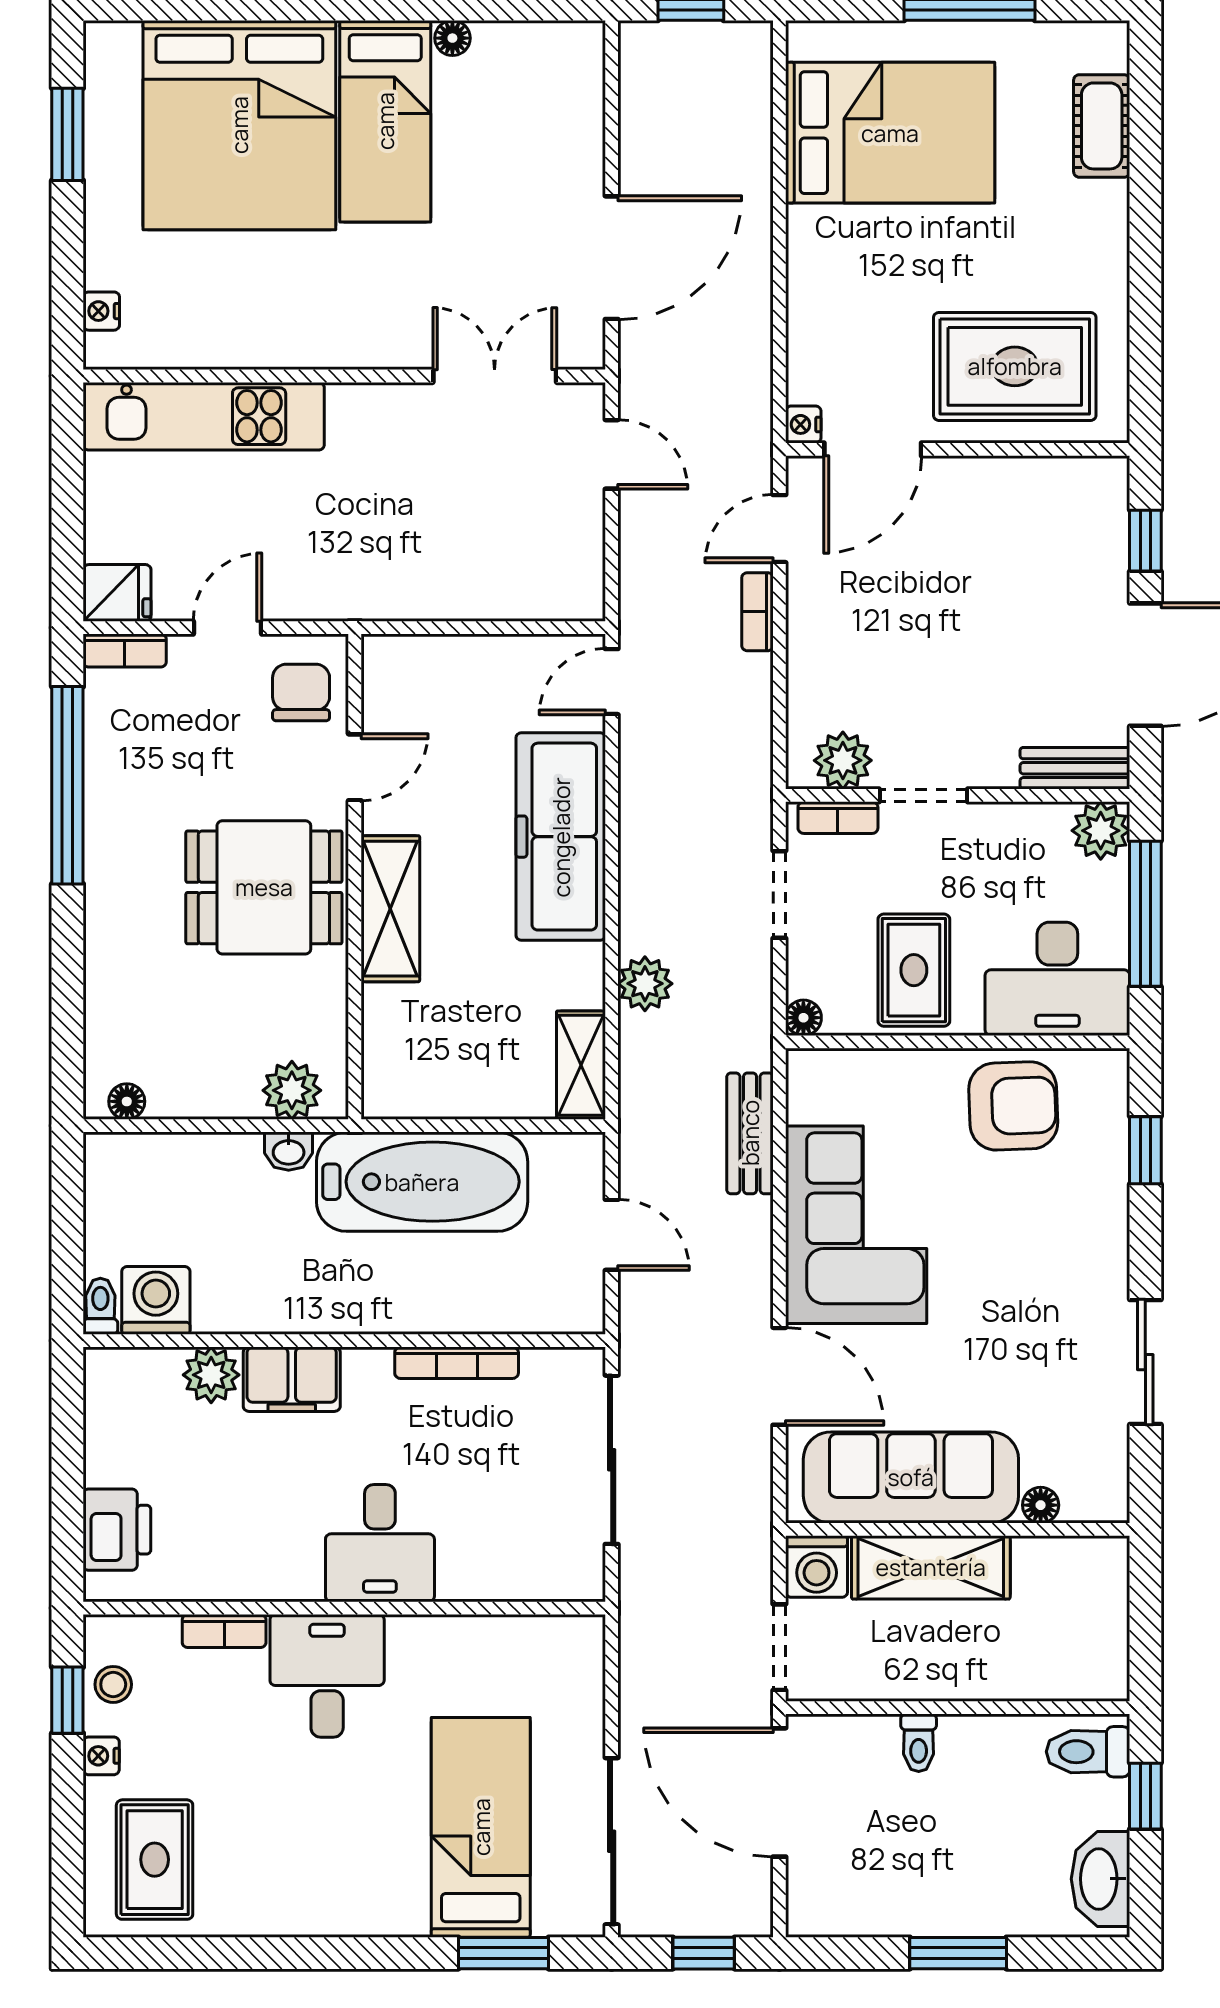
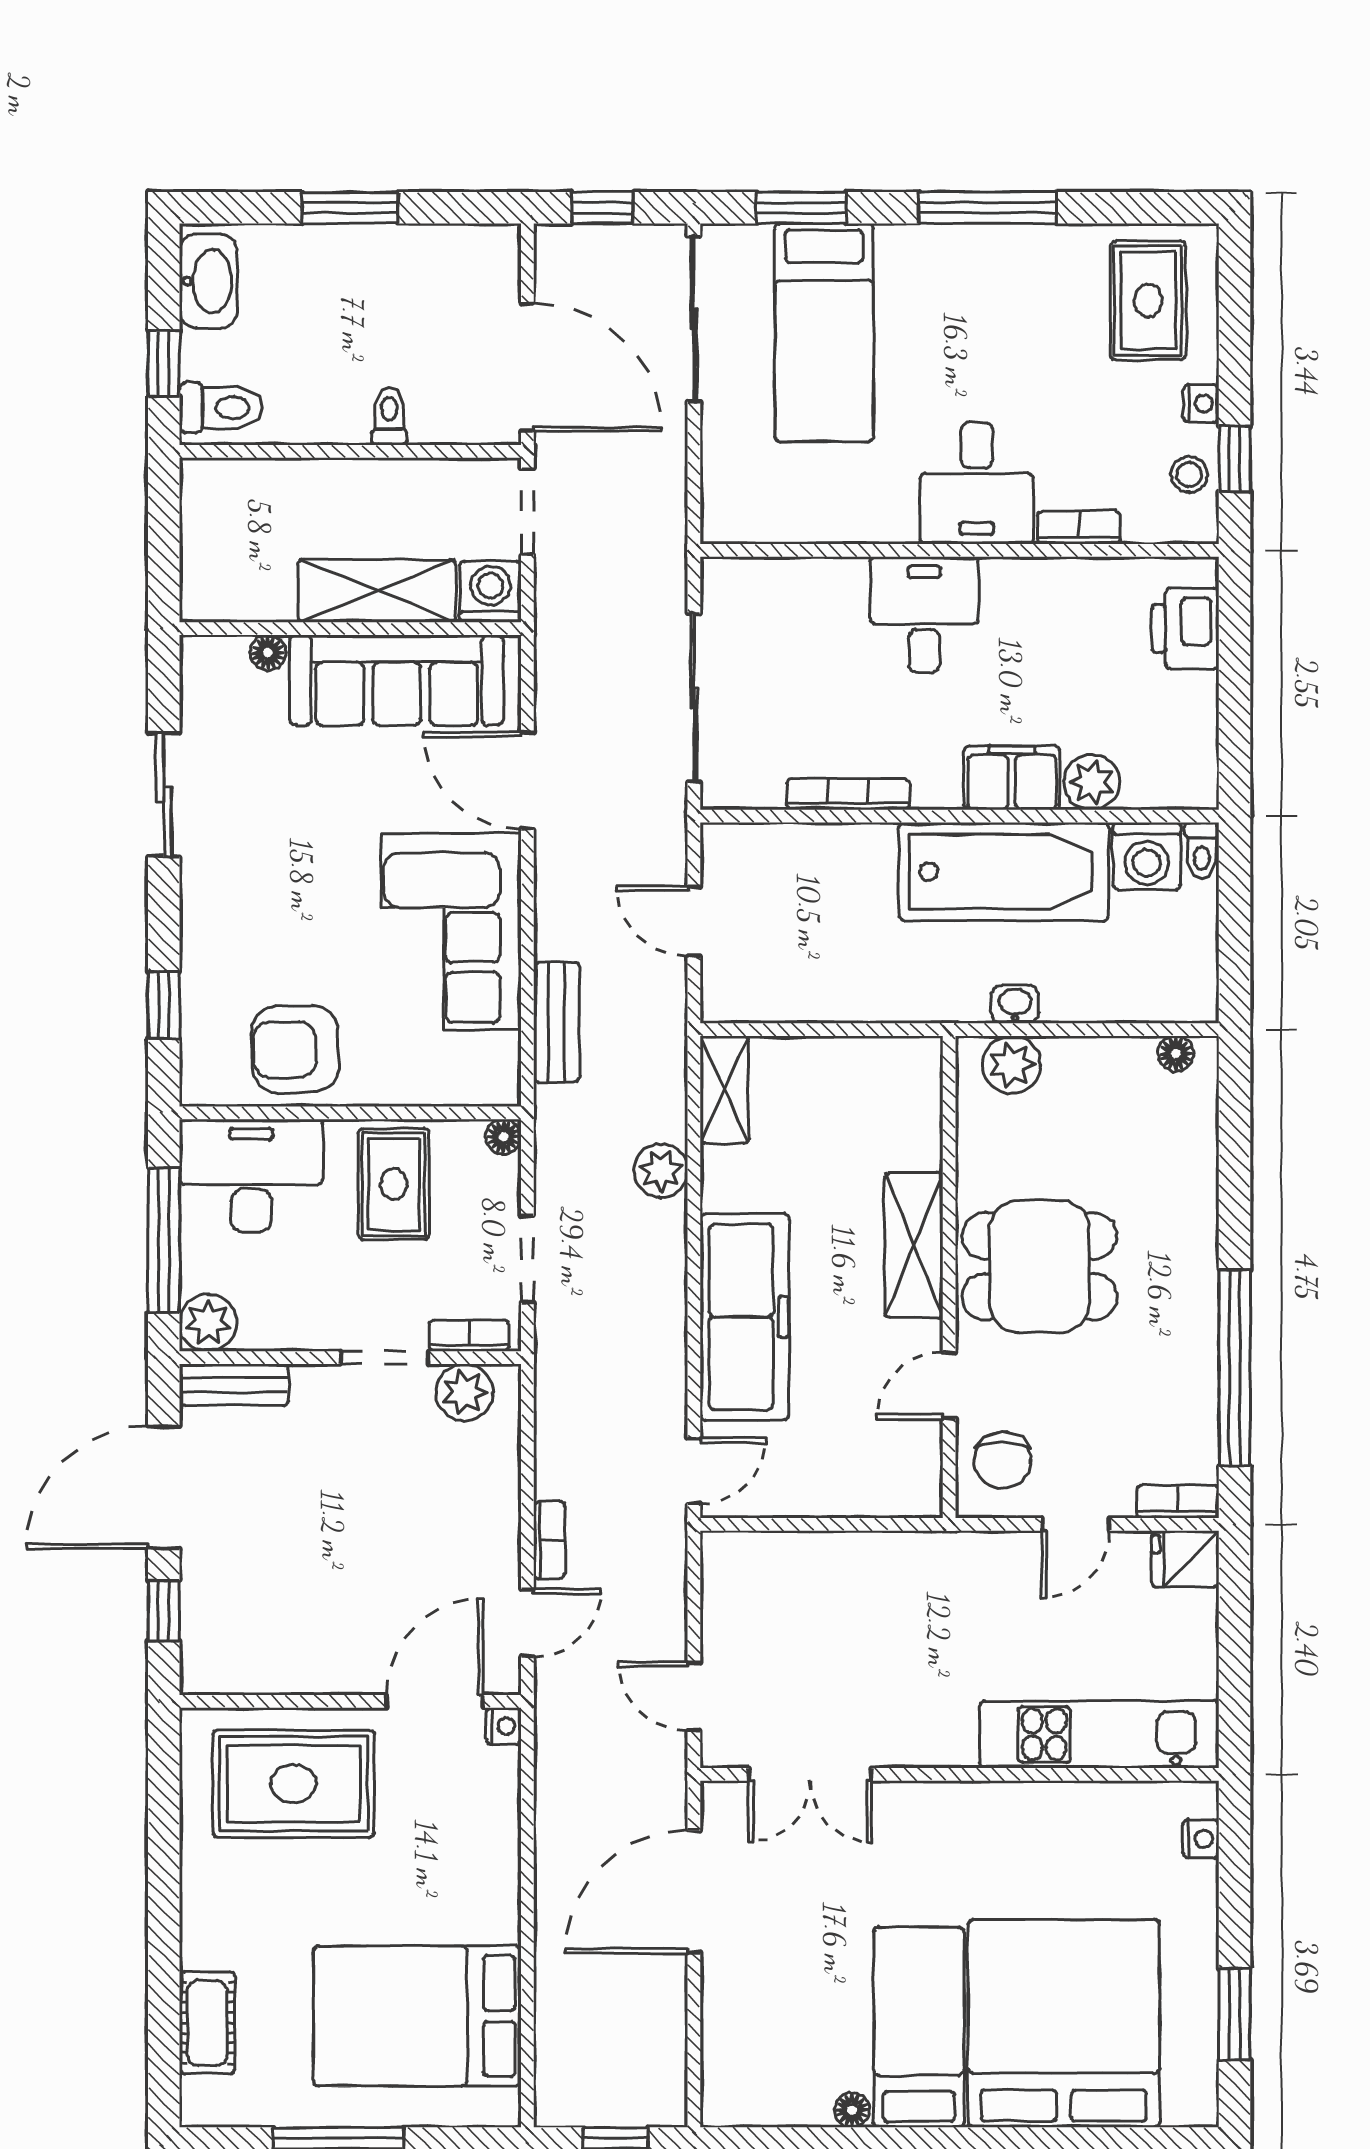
bathtub: (422, 1182) -> (1004, 872), moved, turned 180
window: (316, 1953) -> (987, 208), added

